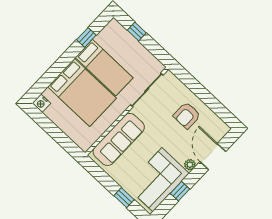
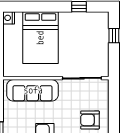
bed: (104, 68) -> (70, 37), removed

